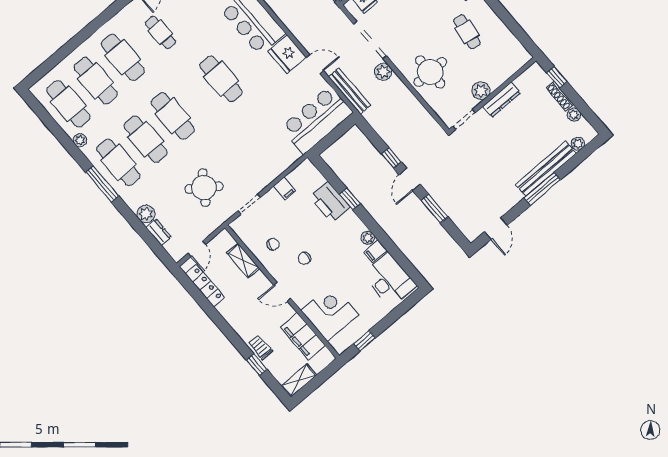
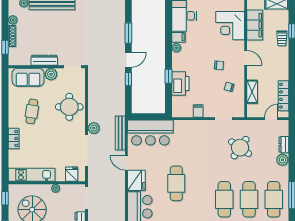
sofa: (503, 66) -> (28, 77), added
cafe table: (221, 79) -> (176, 183), moved

